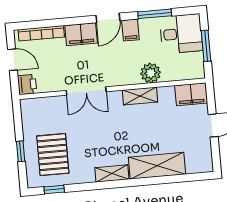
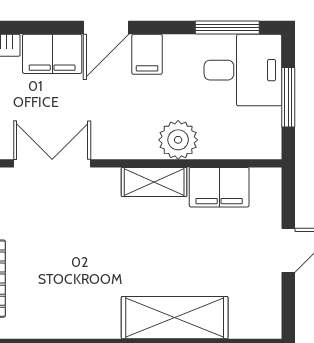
window: (155, 14) -> (227, 28), moved
double door: (86, 91) -> (52, 163), swing flipped
filing cabinet: (191, 94) -> (219, 187), moved
shelving: (112, 174) -> (87, 325), removed

